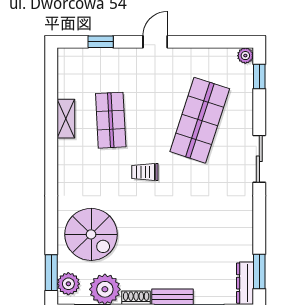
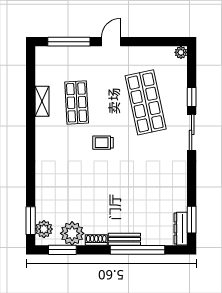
window: (101, 42) -> (69, 42), width x2.17
window: (259, 77) -> (192, 97), moved
shop shelf: (200, 120) -> (146, 102), turned -30
spiral stairs: (91, 234) -> (61, 191), removed

